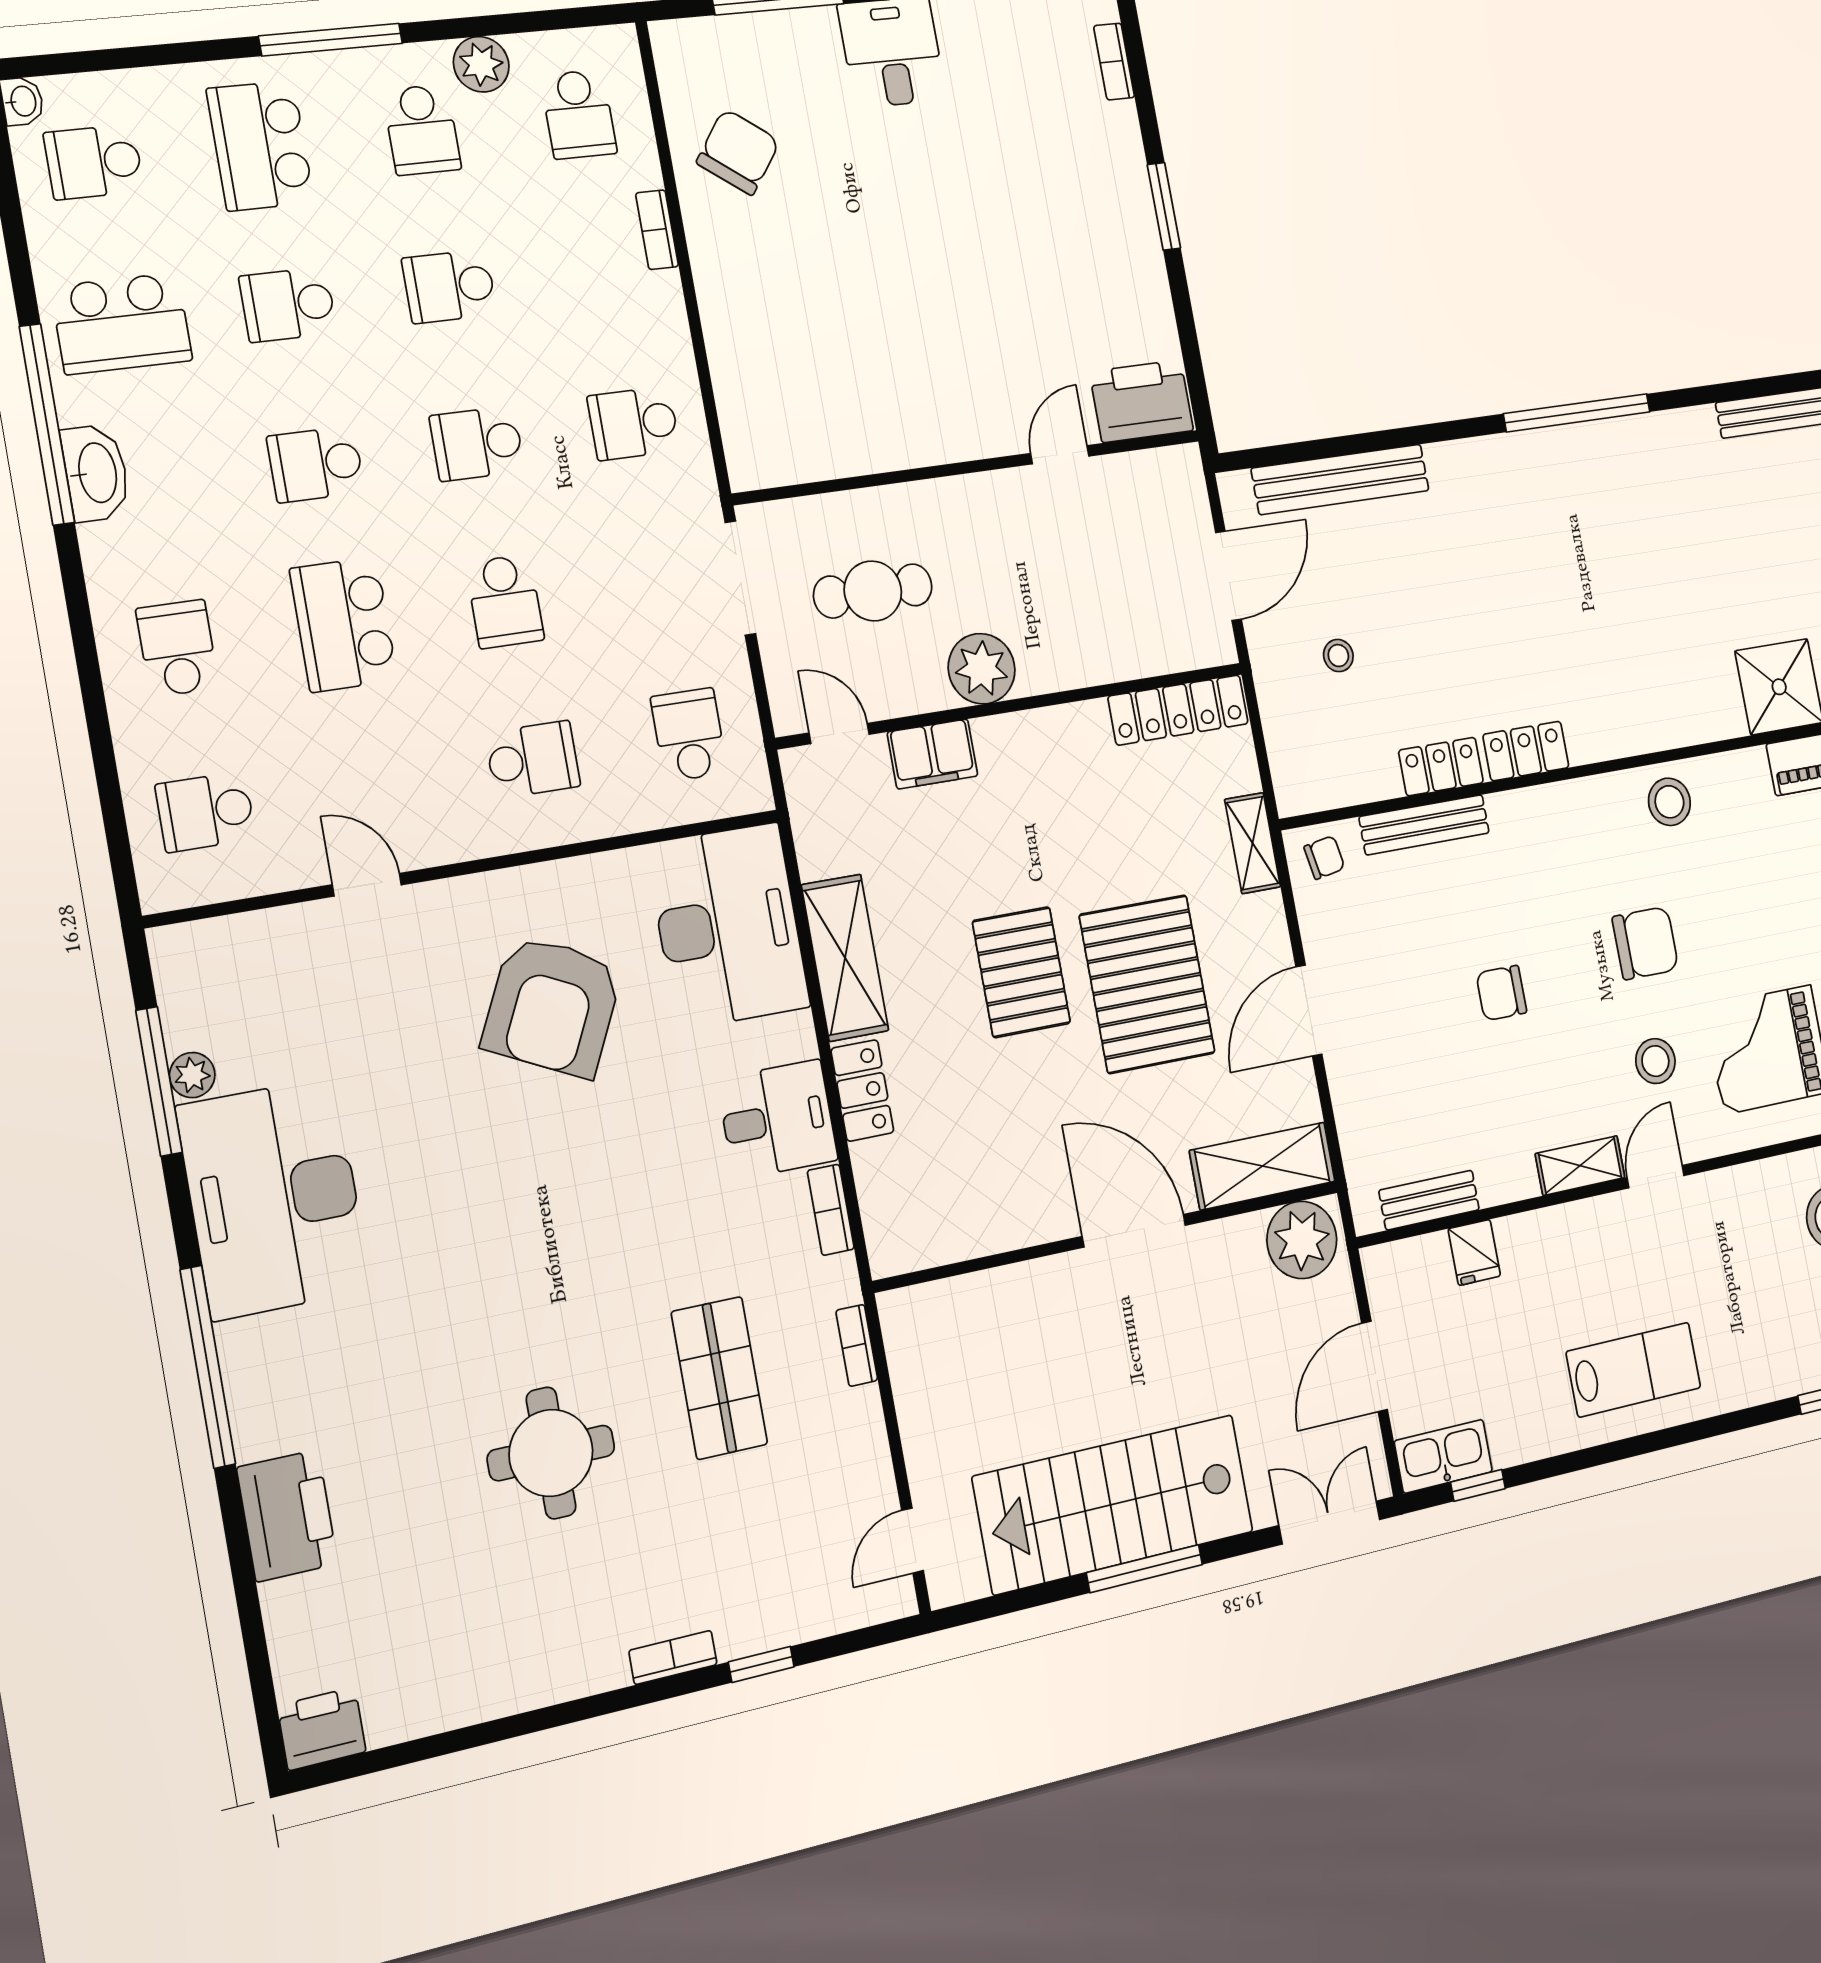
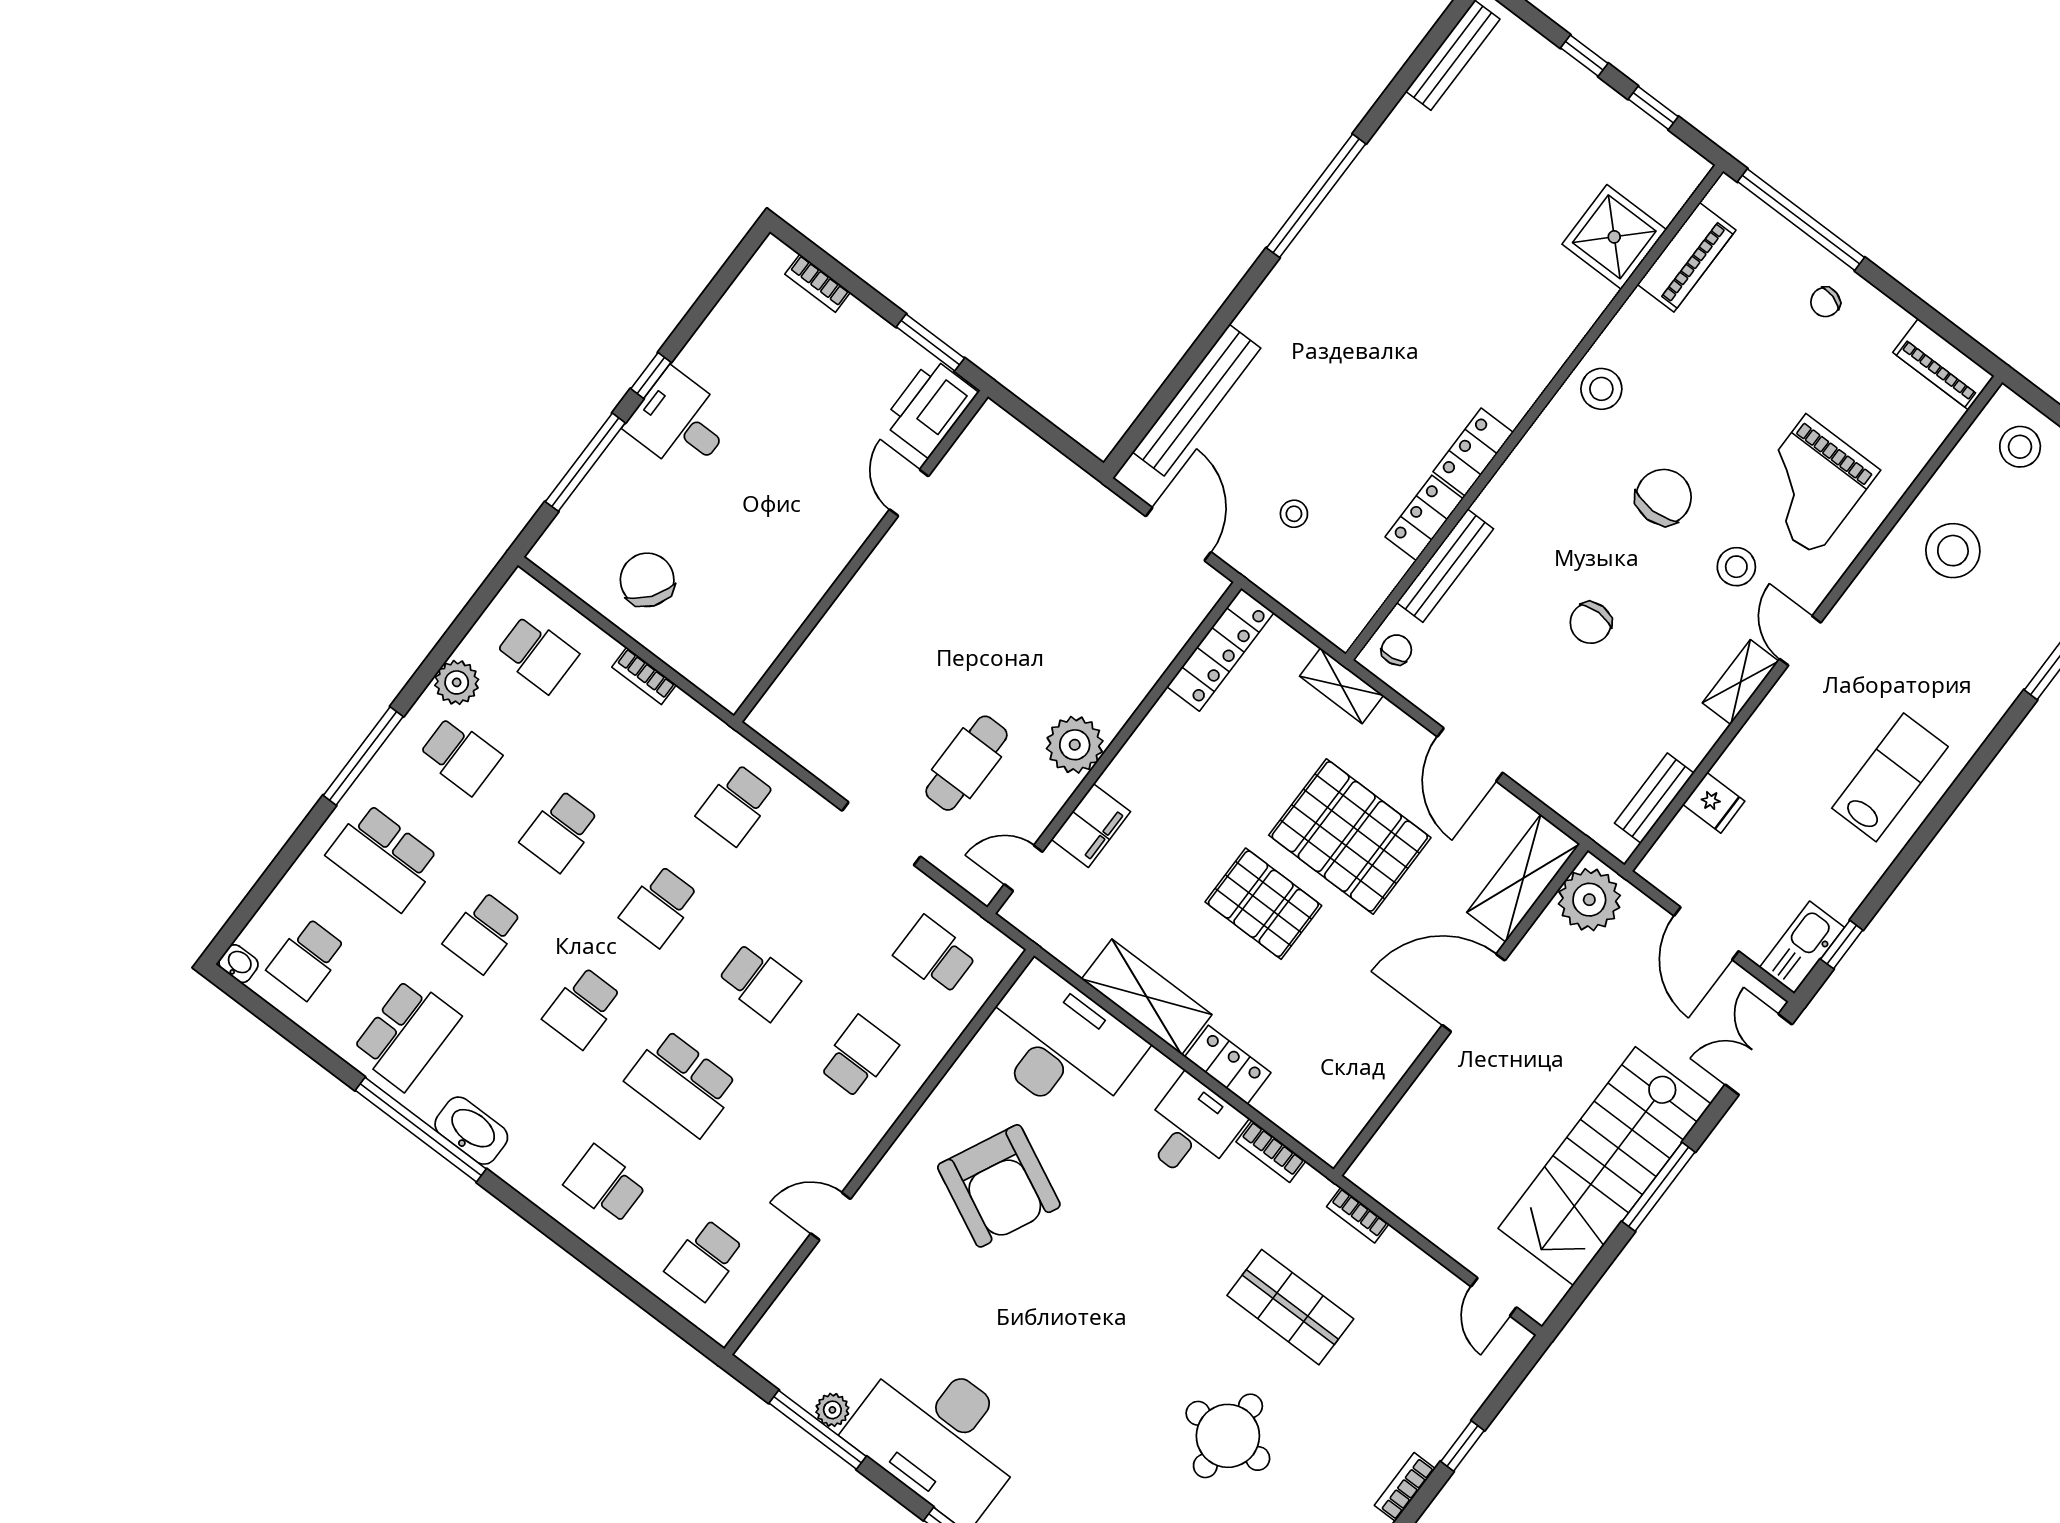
printer: (1141, 401) -> (930, 407), moved
door: (1060, 455) -> (909, 493), moved
wall: (970, 467) -> (861, 556), moved

